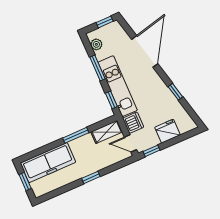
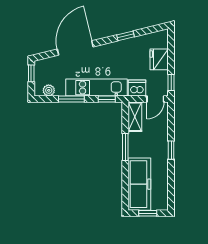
door: (145, 51) -> (75, 48), hinge flipped

